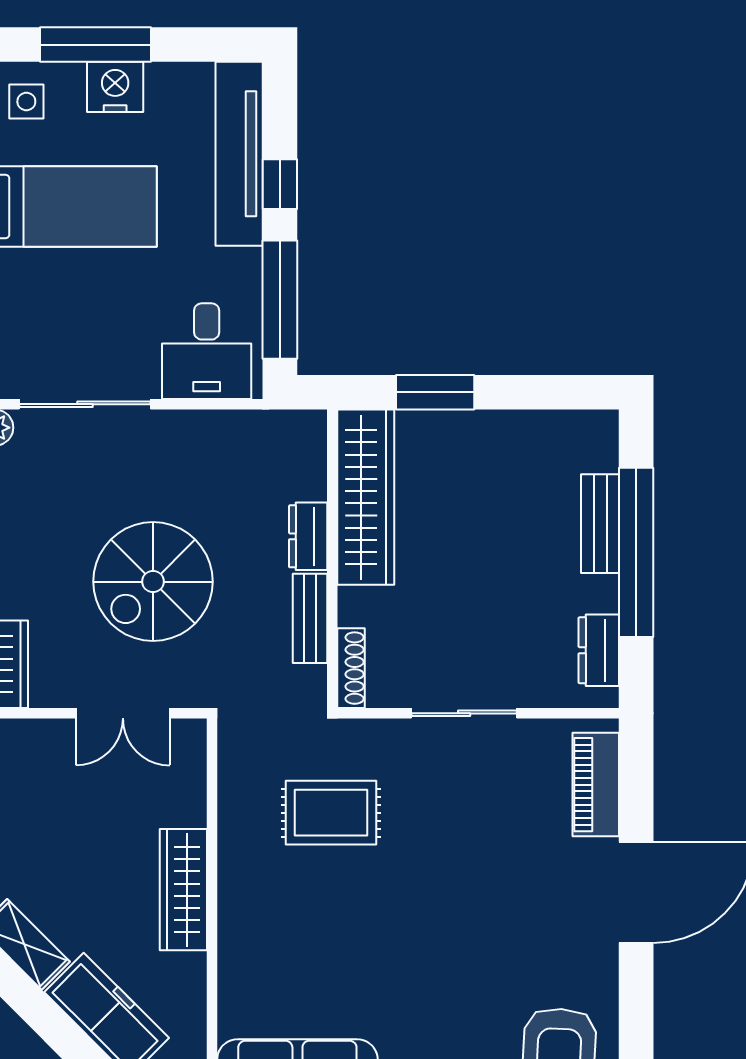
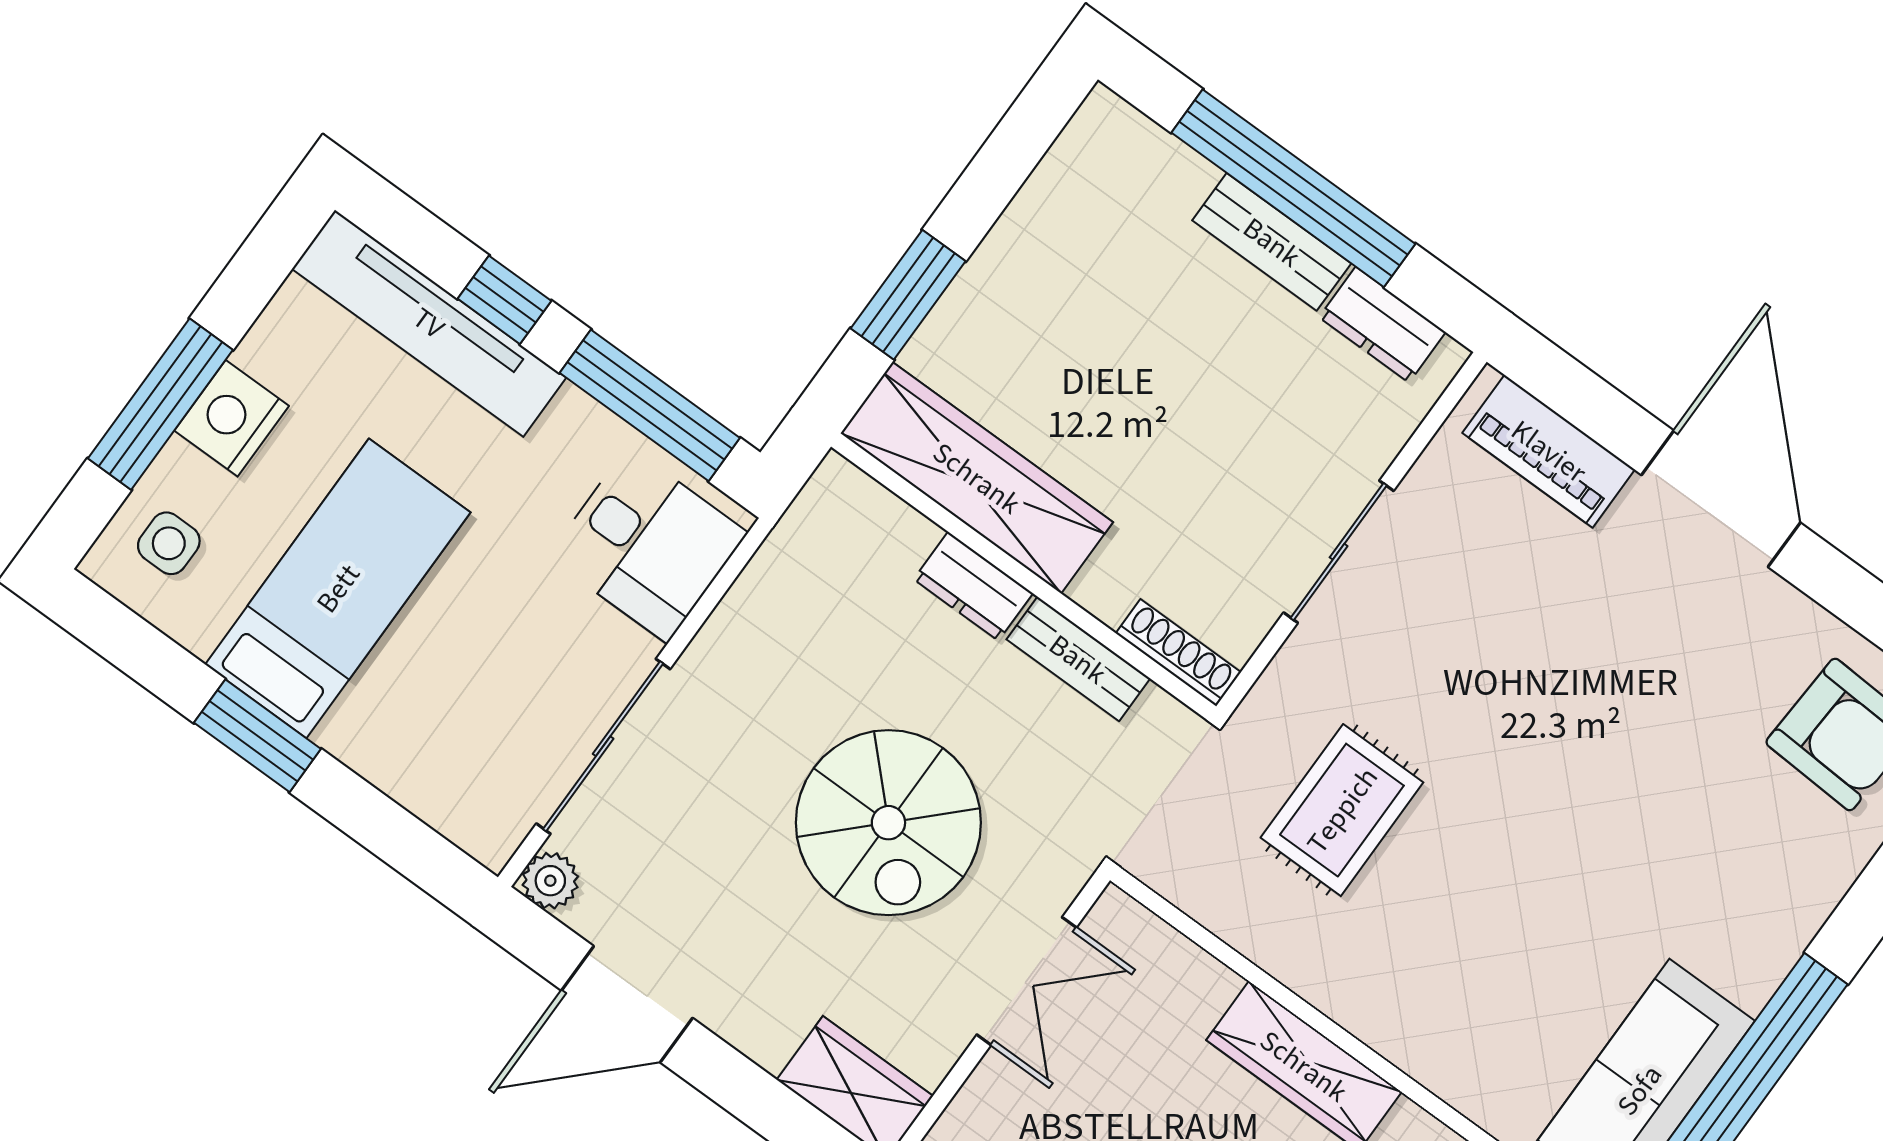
bench: (600, 524) -> (1272, 242), moved

